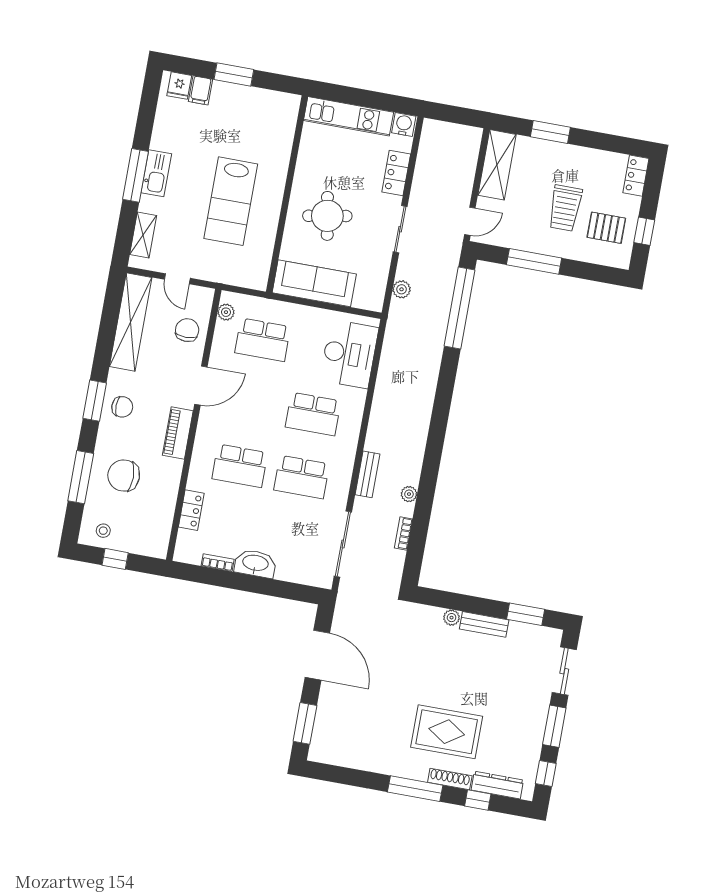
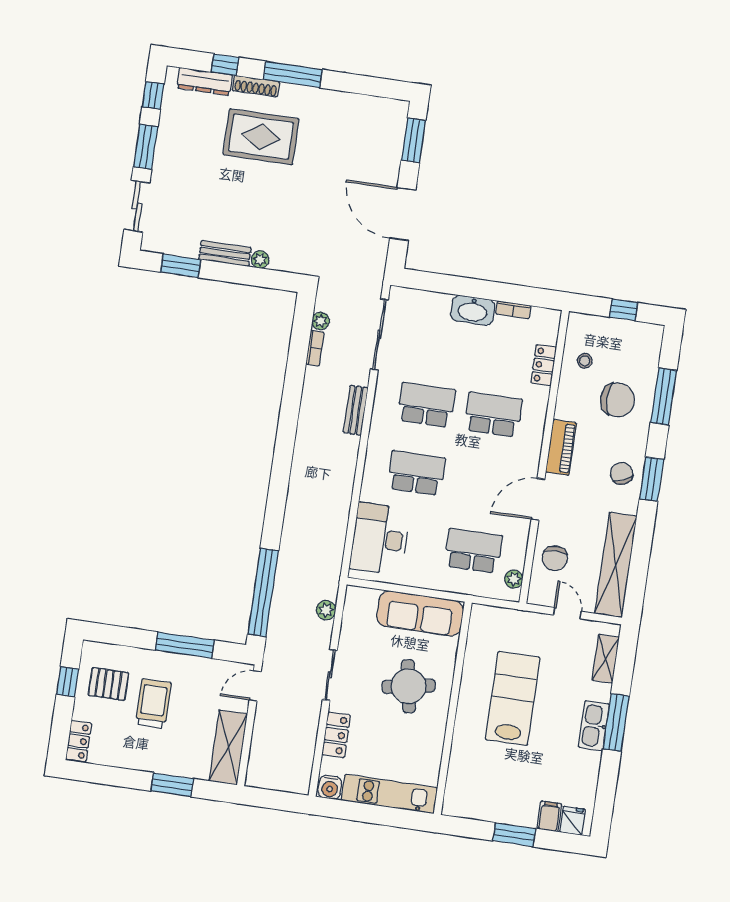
chair: (122, 407) -> (622, 473), turned 66
plant: (409, 494) -> (321, 321), moved
stool: (103, 531) -> (585, 361), moved

